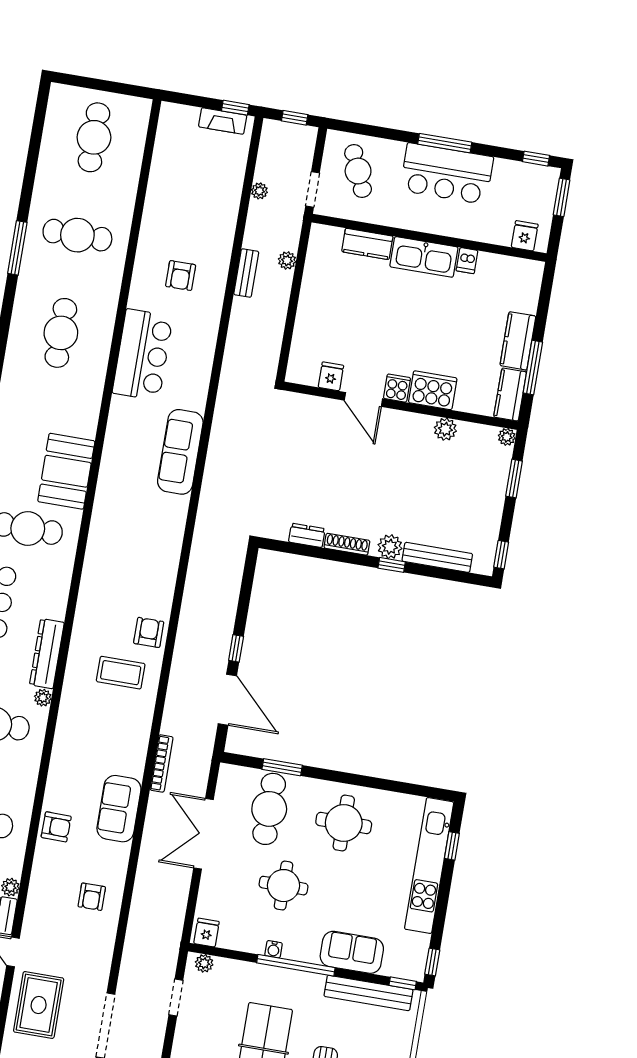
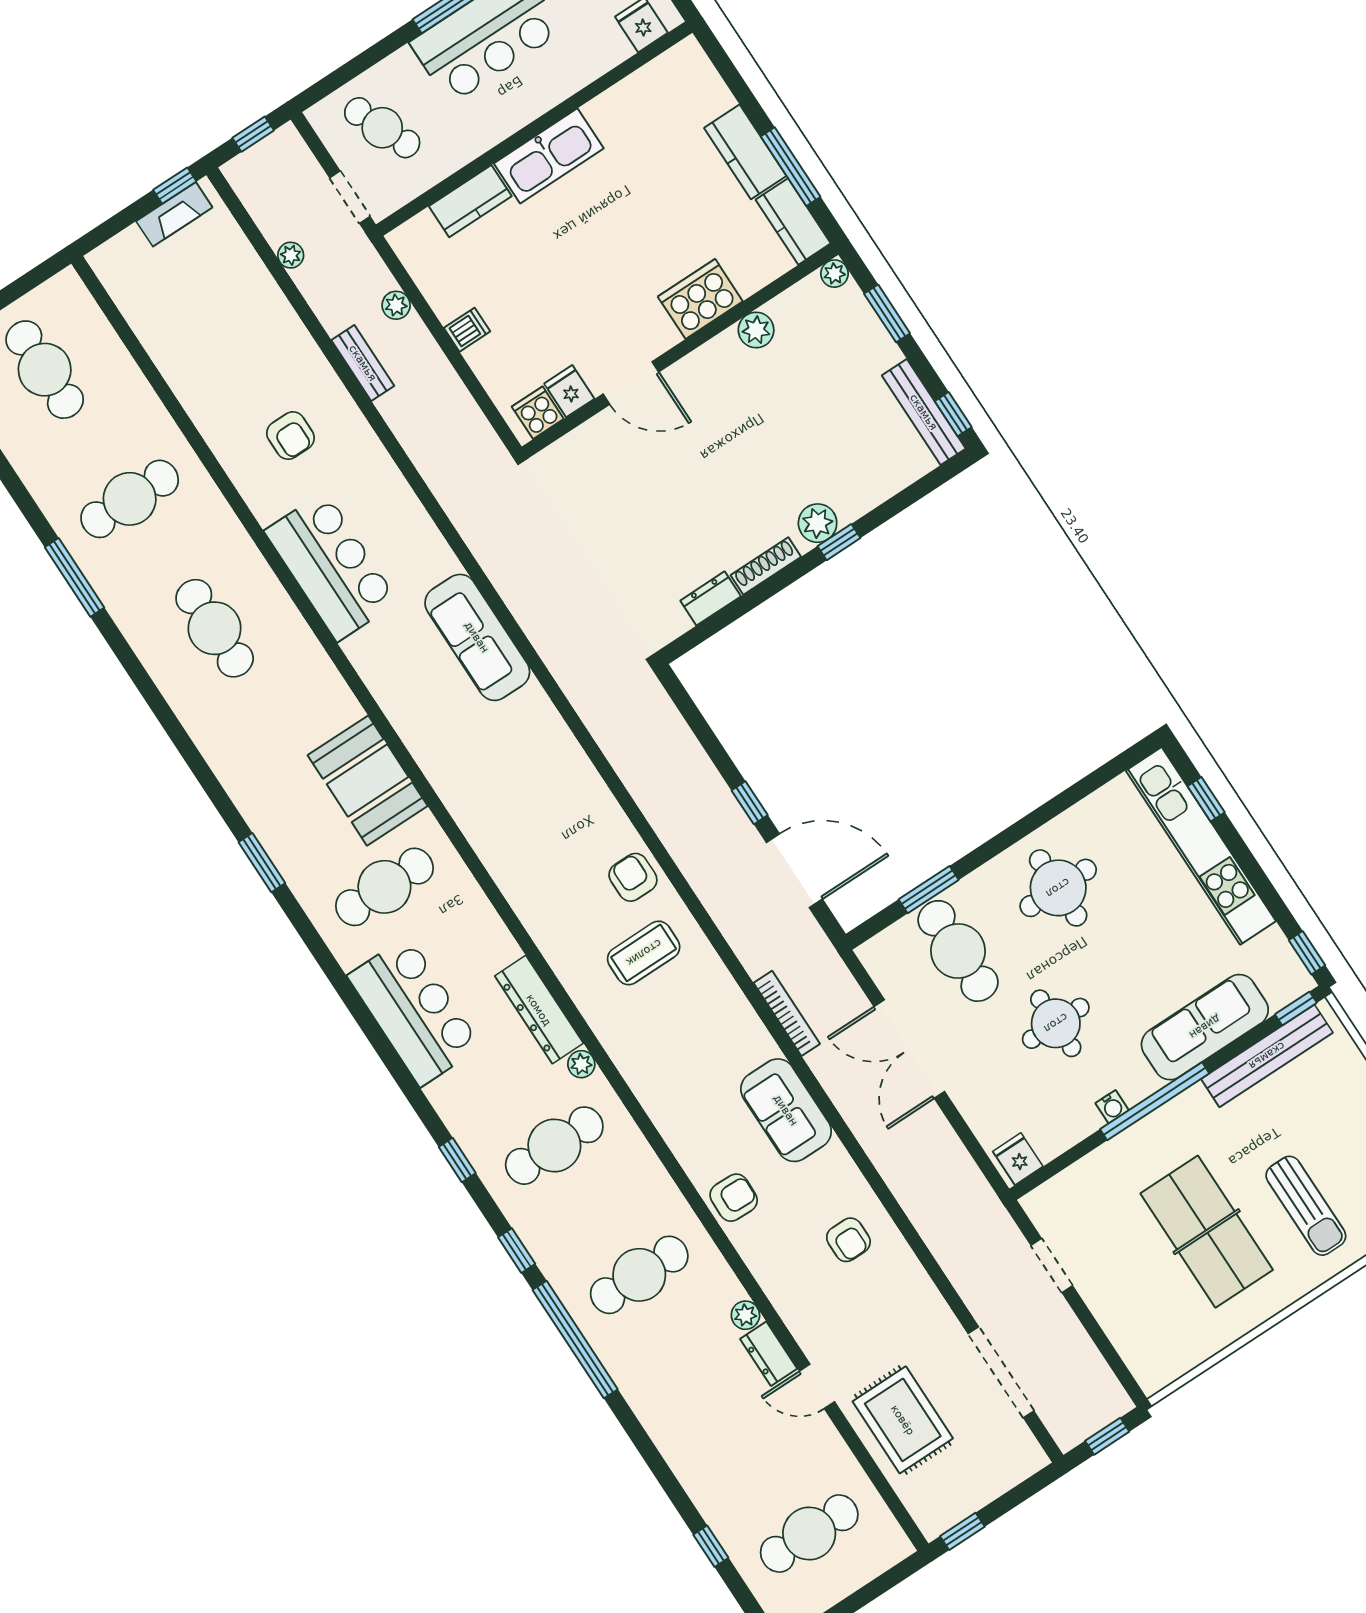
dishwasher: (467, 261) -> (467, 330), moved, turned -90
cooker: (397, 388) -> (538, 413), moved
bench: (437, 557) -> (924, 412), moved, turned 90
sofa: (352, 952) -> (1205, 1027), width x1.36
plant: (204, 963) -> (1048, 1196), removed

